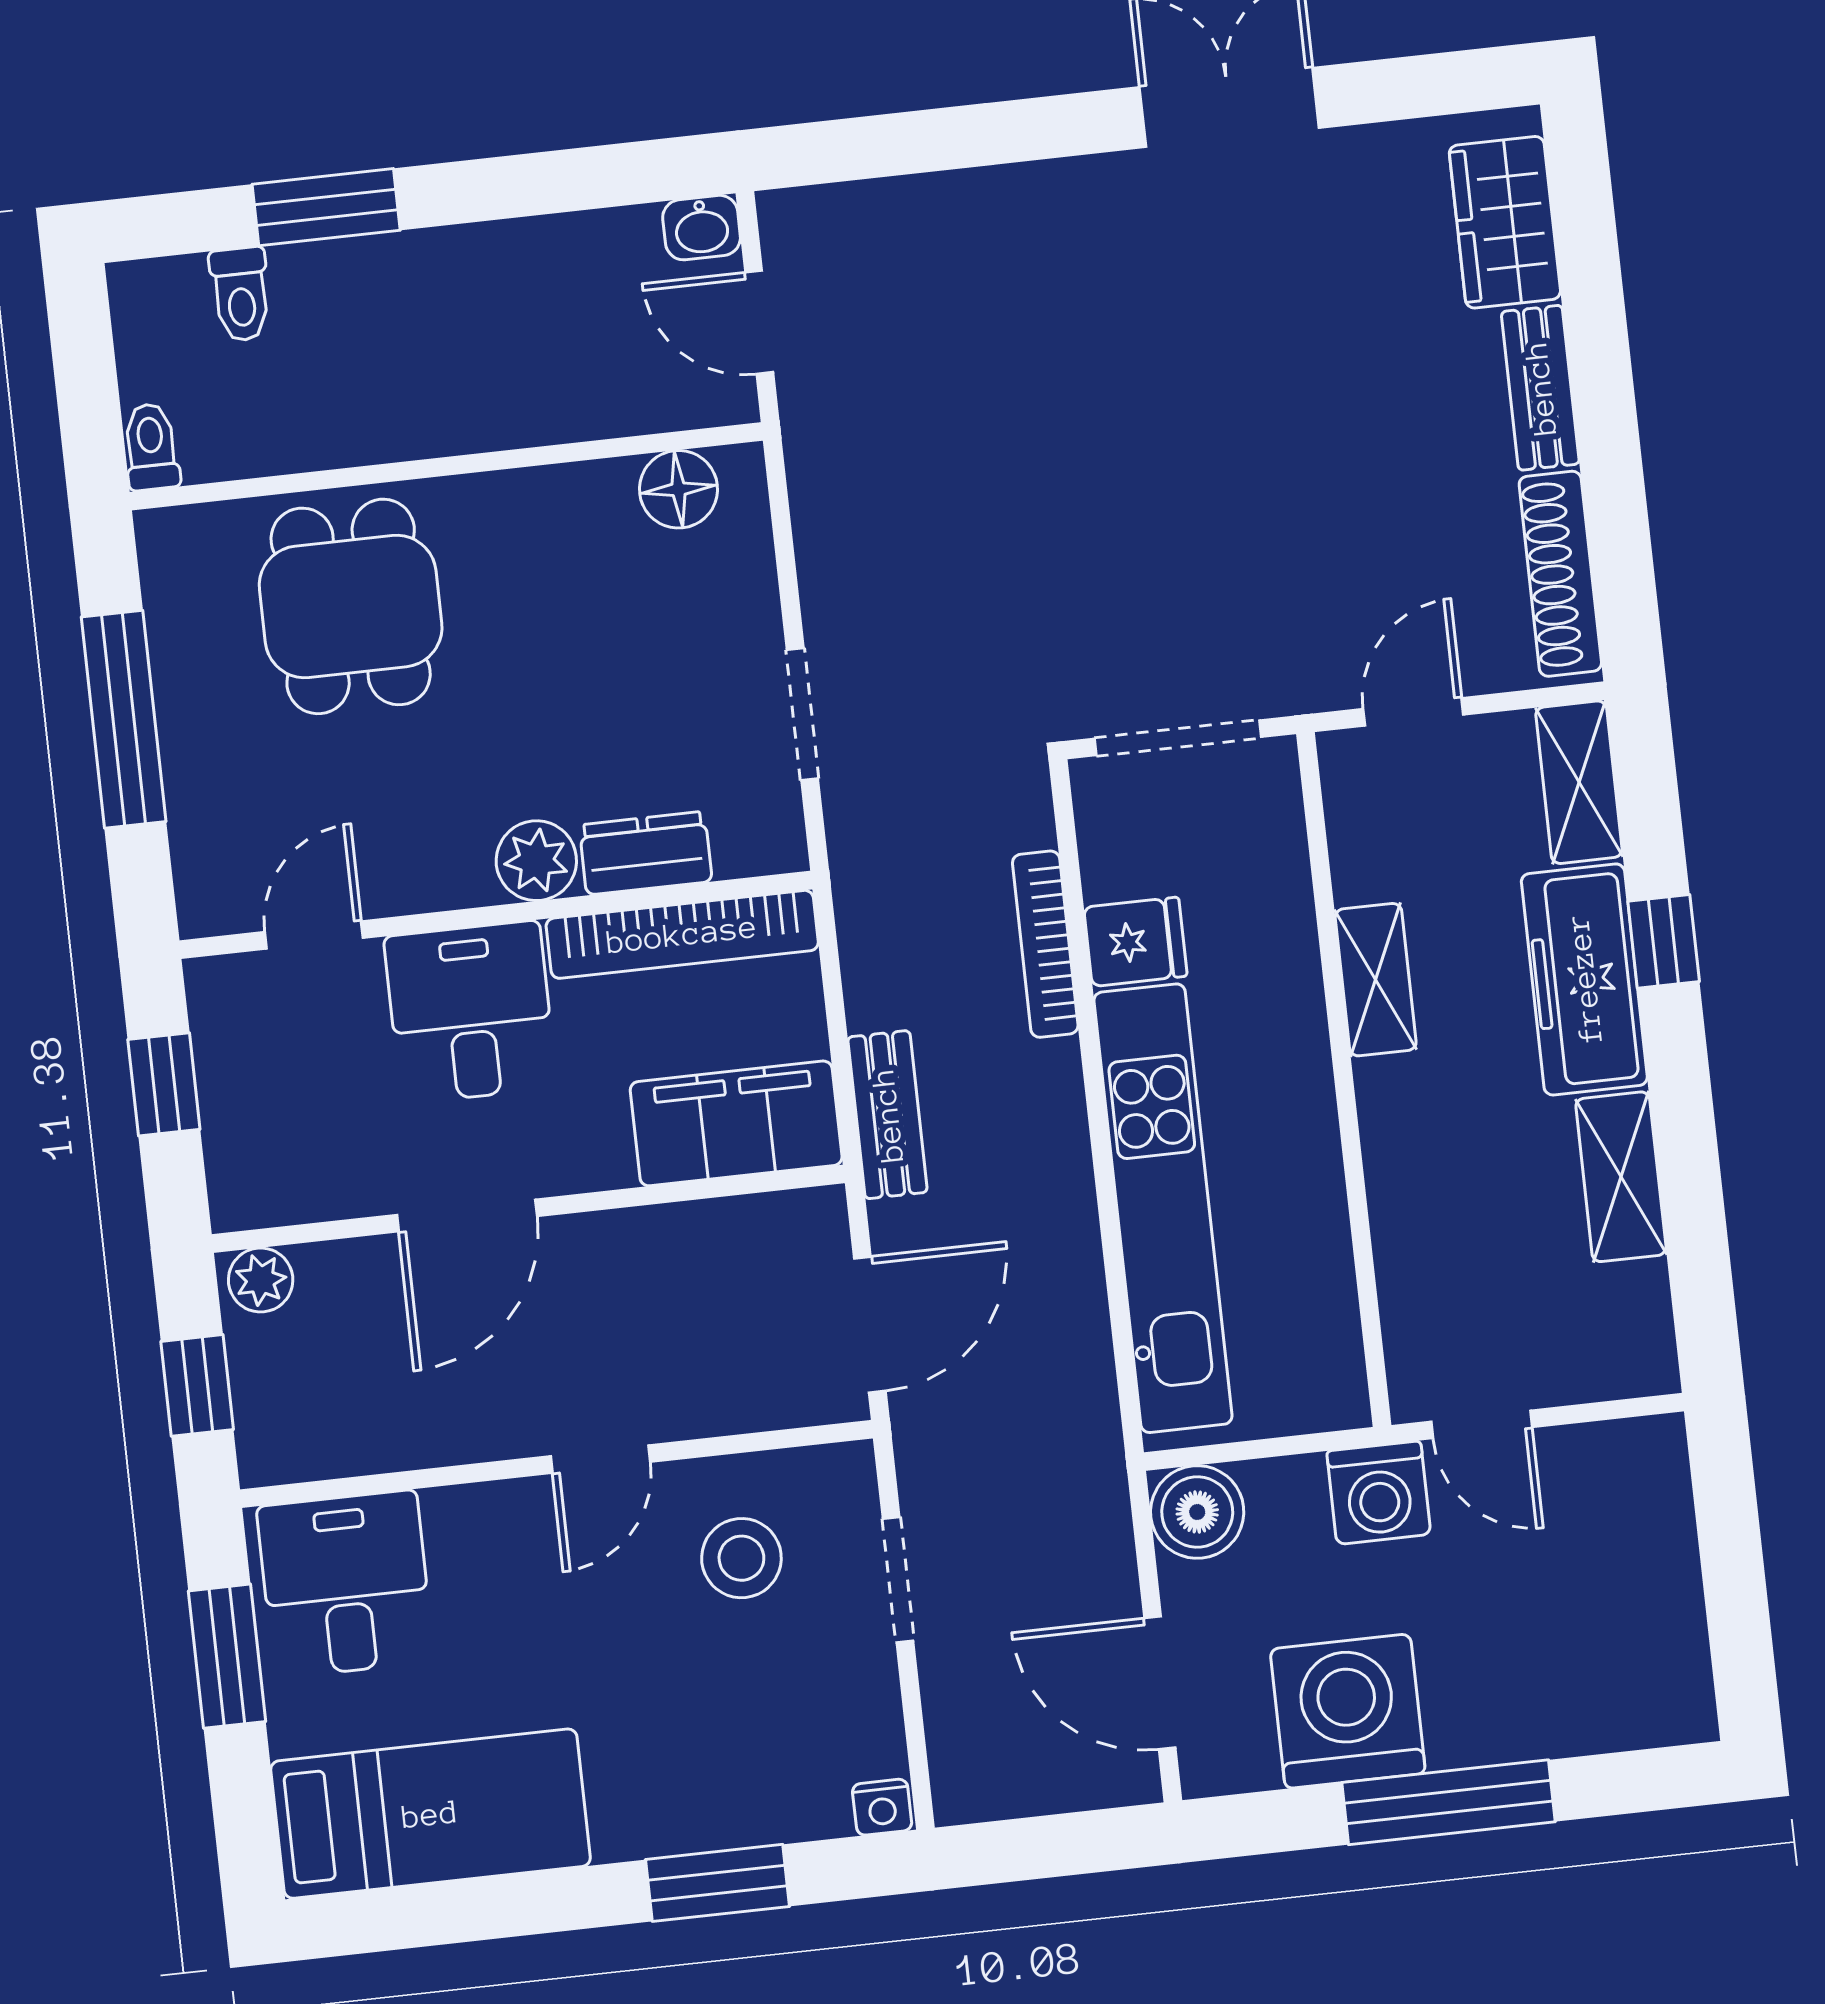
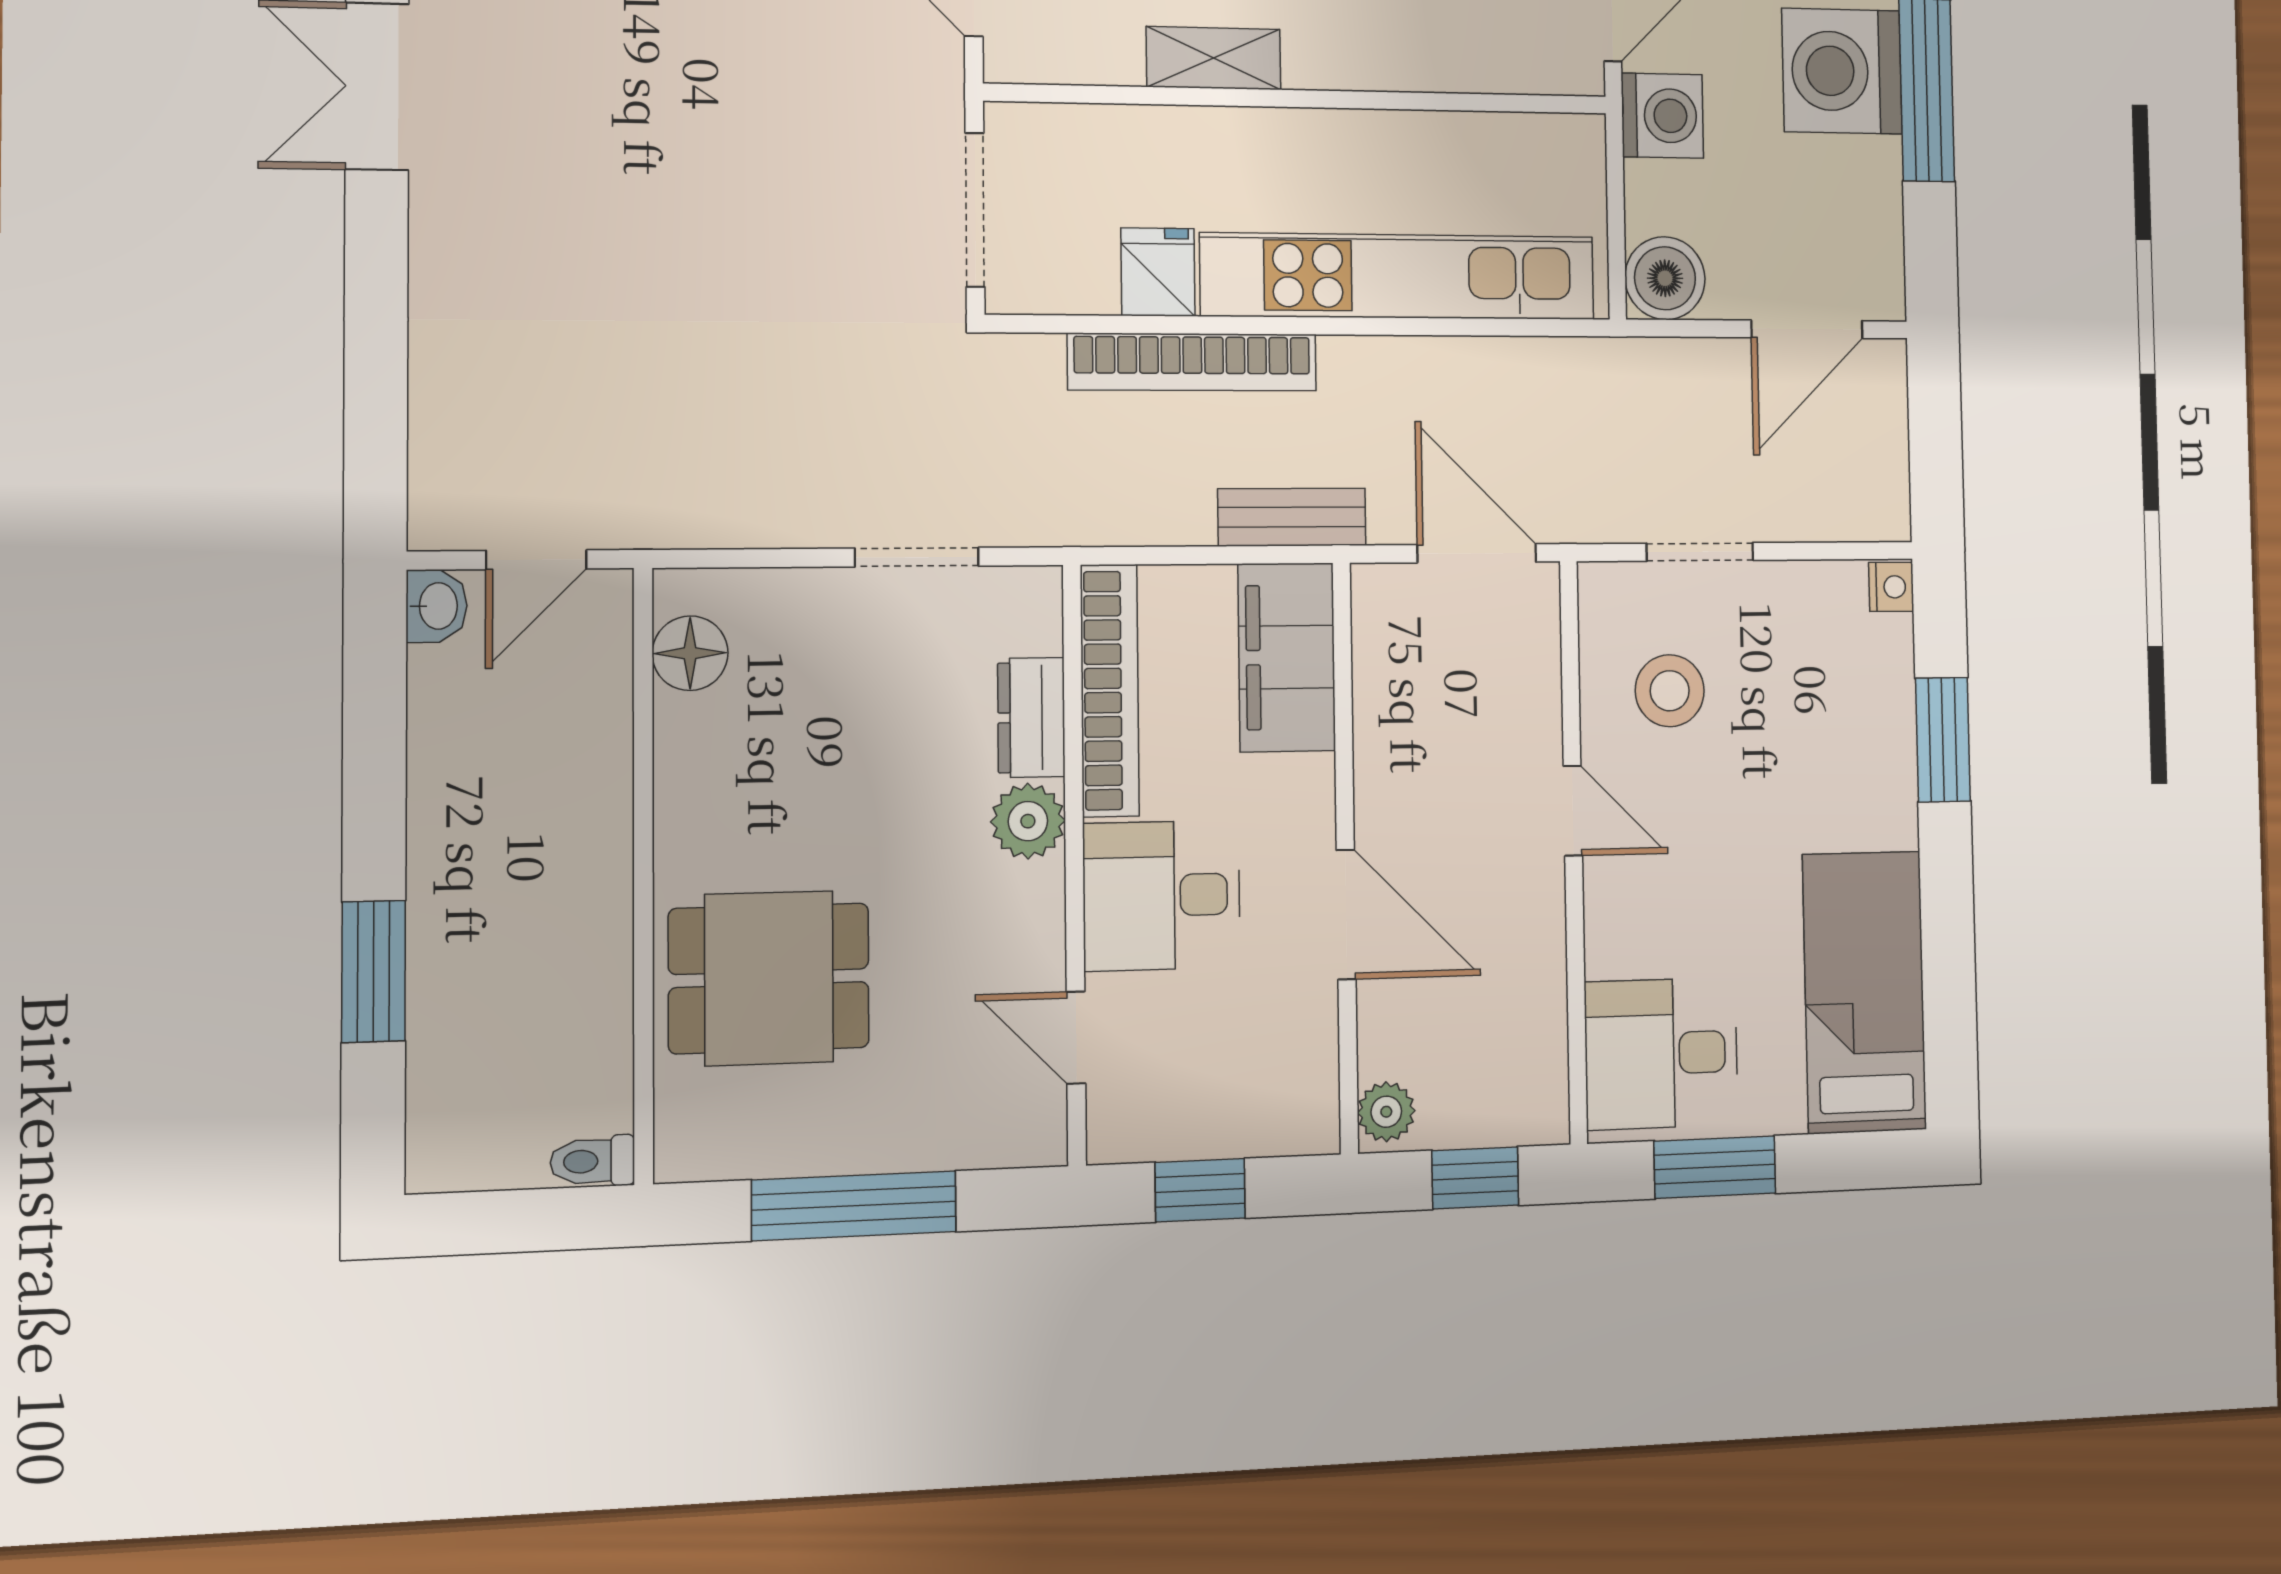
toilet: (241, 294) -> (451, 1062), removed
bookcase: (1045, 944) -> (1192, 362), width x1.48, depth x1.31
washing machine: (1348, 1711) -> (1842, 71), moved

